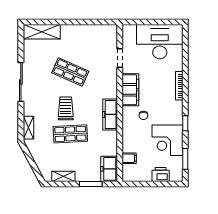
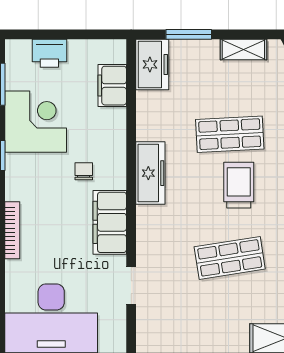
shop shelf: (70, 72) -> (230, 258), turned -33
trolley: (66, 108) -> (239, 185), turned 180
filing cabinet: (129, 158) -> (112, 86), width x2.00

